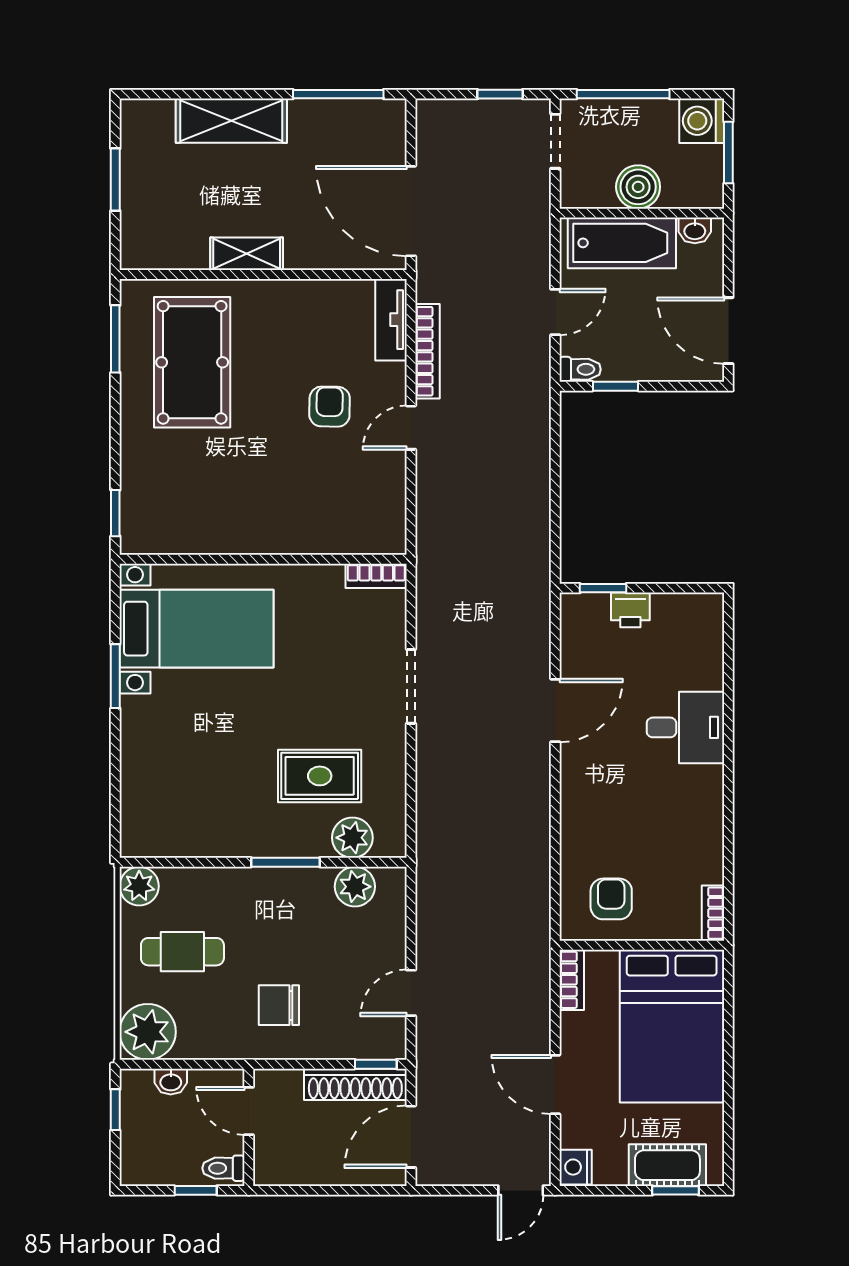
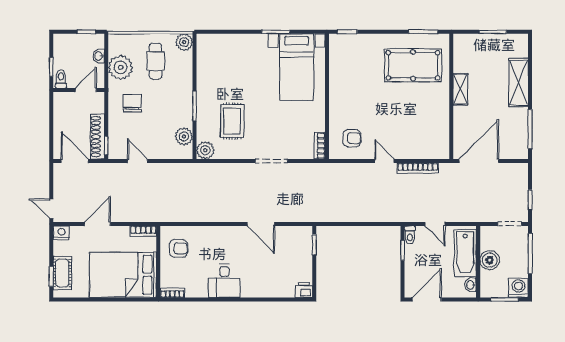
tv unit: (391, 320) -> (432, 152), removed
armchair: (330, 407) -> (352, 138), moved
printer: (630, 610) -> (304, 290), moved, turned 90
desk: (685, 727) -> (224, 281), moved
plant: (352, 838) -> (205, 150), moved
plant: (148, 1032) -> (120, 67), moved

